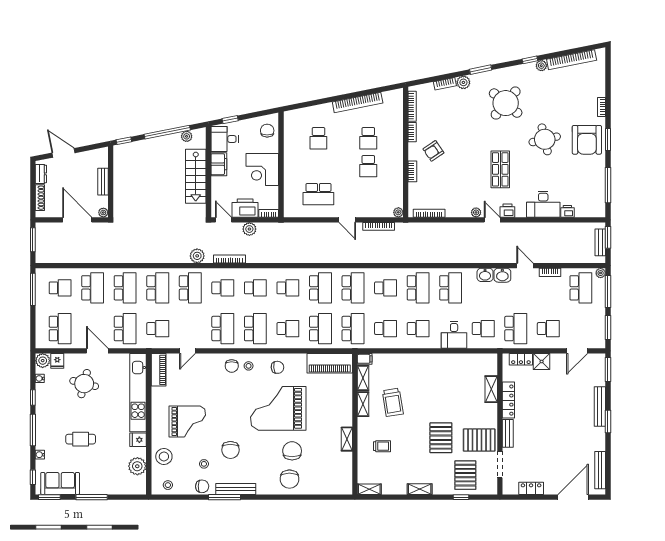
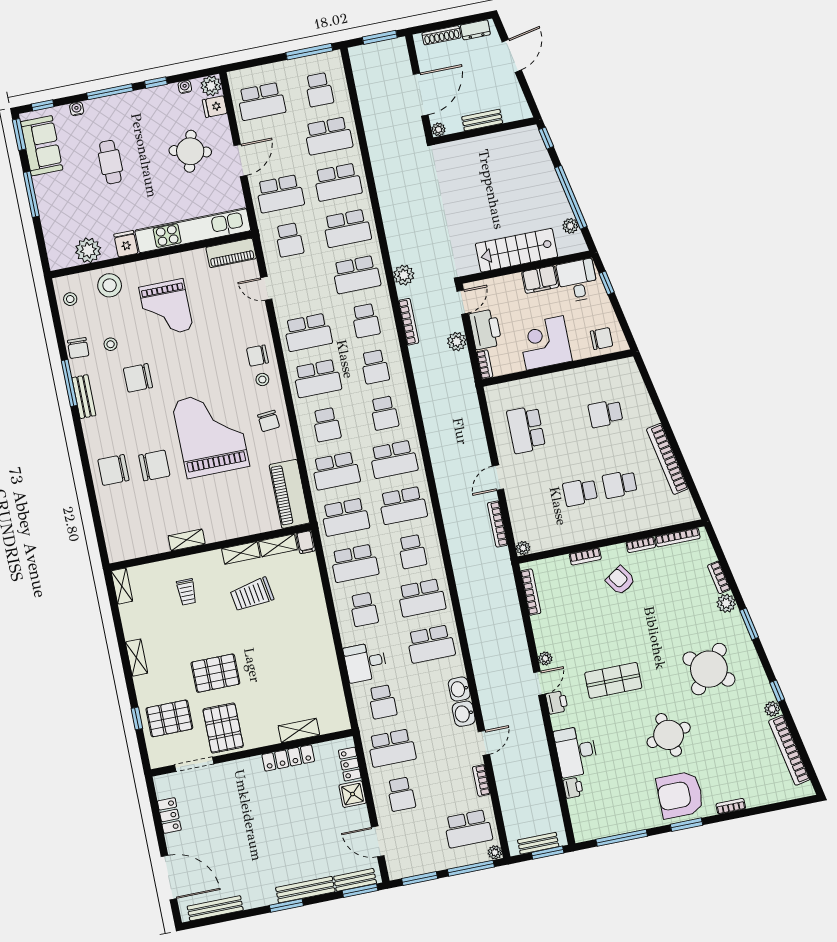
school desk: (386, 329) -> (355, 563), width x1.85
bench: (508, 433) -> (355, 880), moved
bench: (236, 489) -> (84, 397), width x0.73

